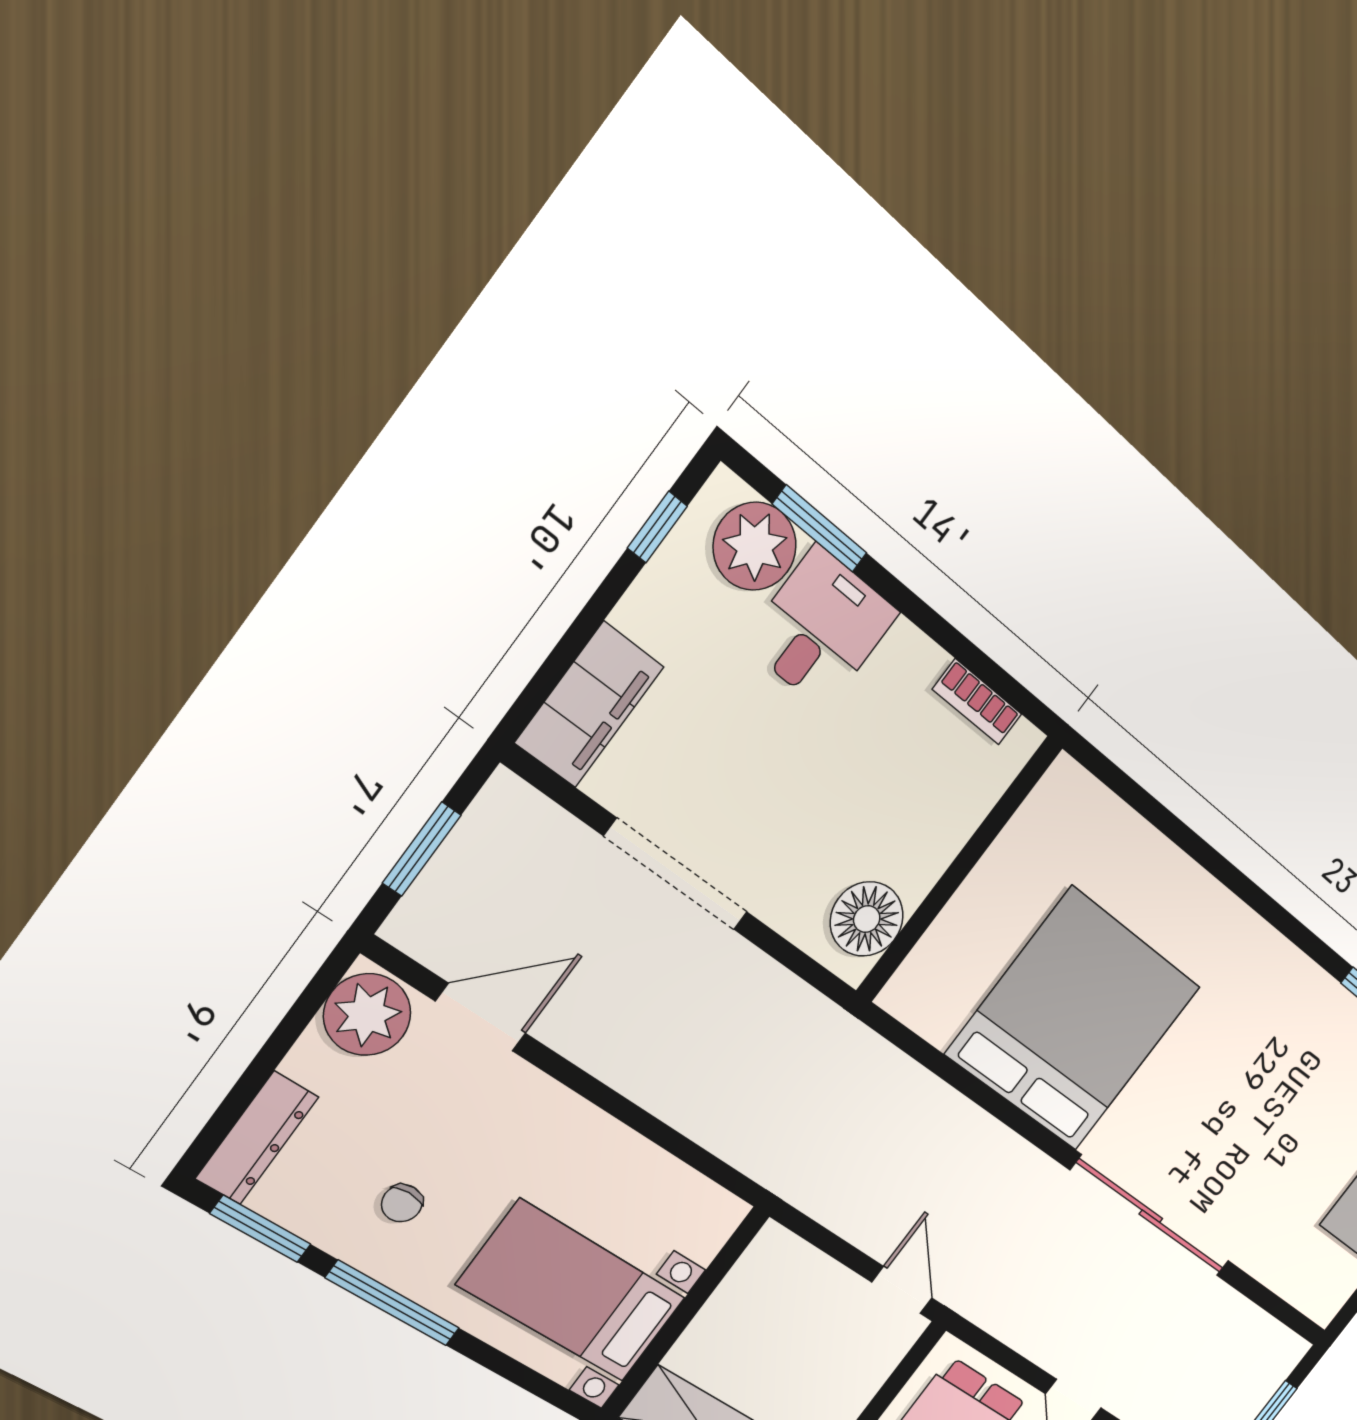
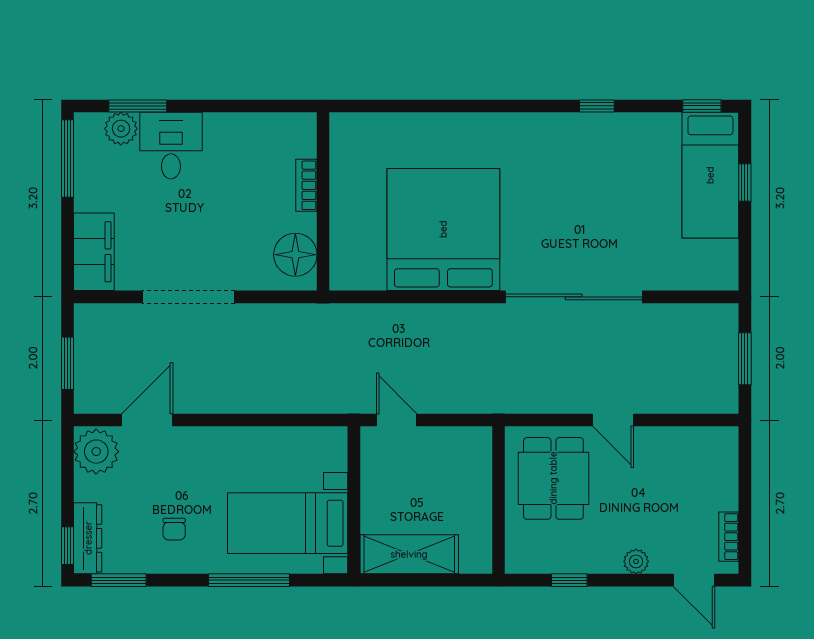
window: (657, 527) -> (68, 158), width x2.17
plant: (755, 546) -> (121, 129), width x0.73, depth x0.73
bookcase: (977, 702) -> (306, 185), moved, turned 90
window: (216, 1130) -> (68, 546), added
door: (902, 1290) -> (397, 420), moved
window: (393, 1303) -> (249, 580), moved

